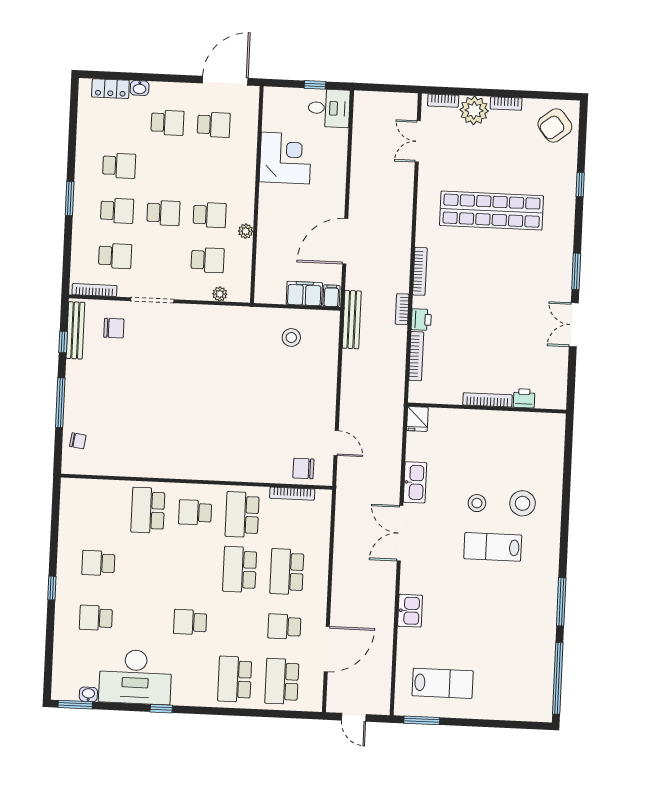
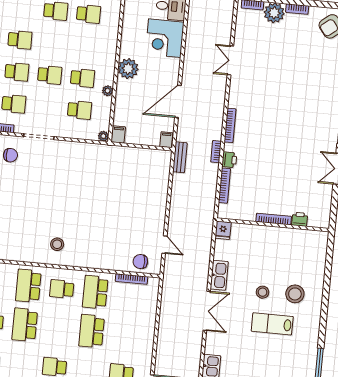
double door: (418, 141) -> (230, 60), moved
corner desk: (285, 158) -> (165, 38), moved, turned 180
plant: (273, 199) -> (128, 69), added
shop shelf: (492, 211) -> (283, 85), removed
plant: (220, 294) -> (103, 136), moved
filing cabinet: (304, 294) -> (118, 134), moved, width x0.50
bench: (352, 320) -> (180, 157), width x0.73
stool: (291, 337) -> (57, 244), moved
double door: (400, 533) -> (207, 311), swing flipped
school desk: (287, 572) -> (25, 325), moved

